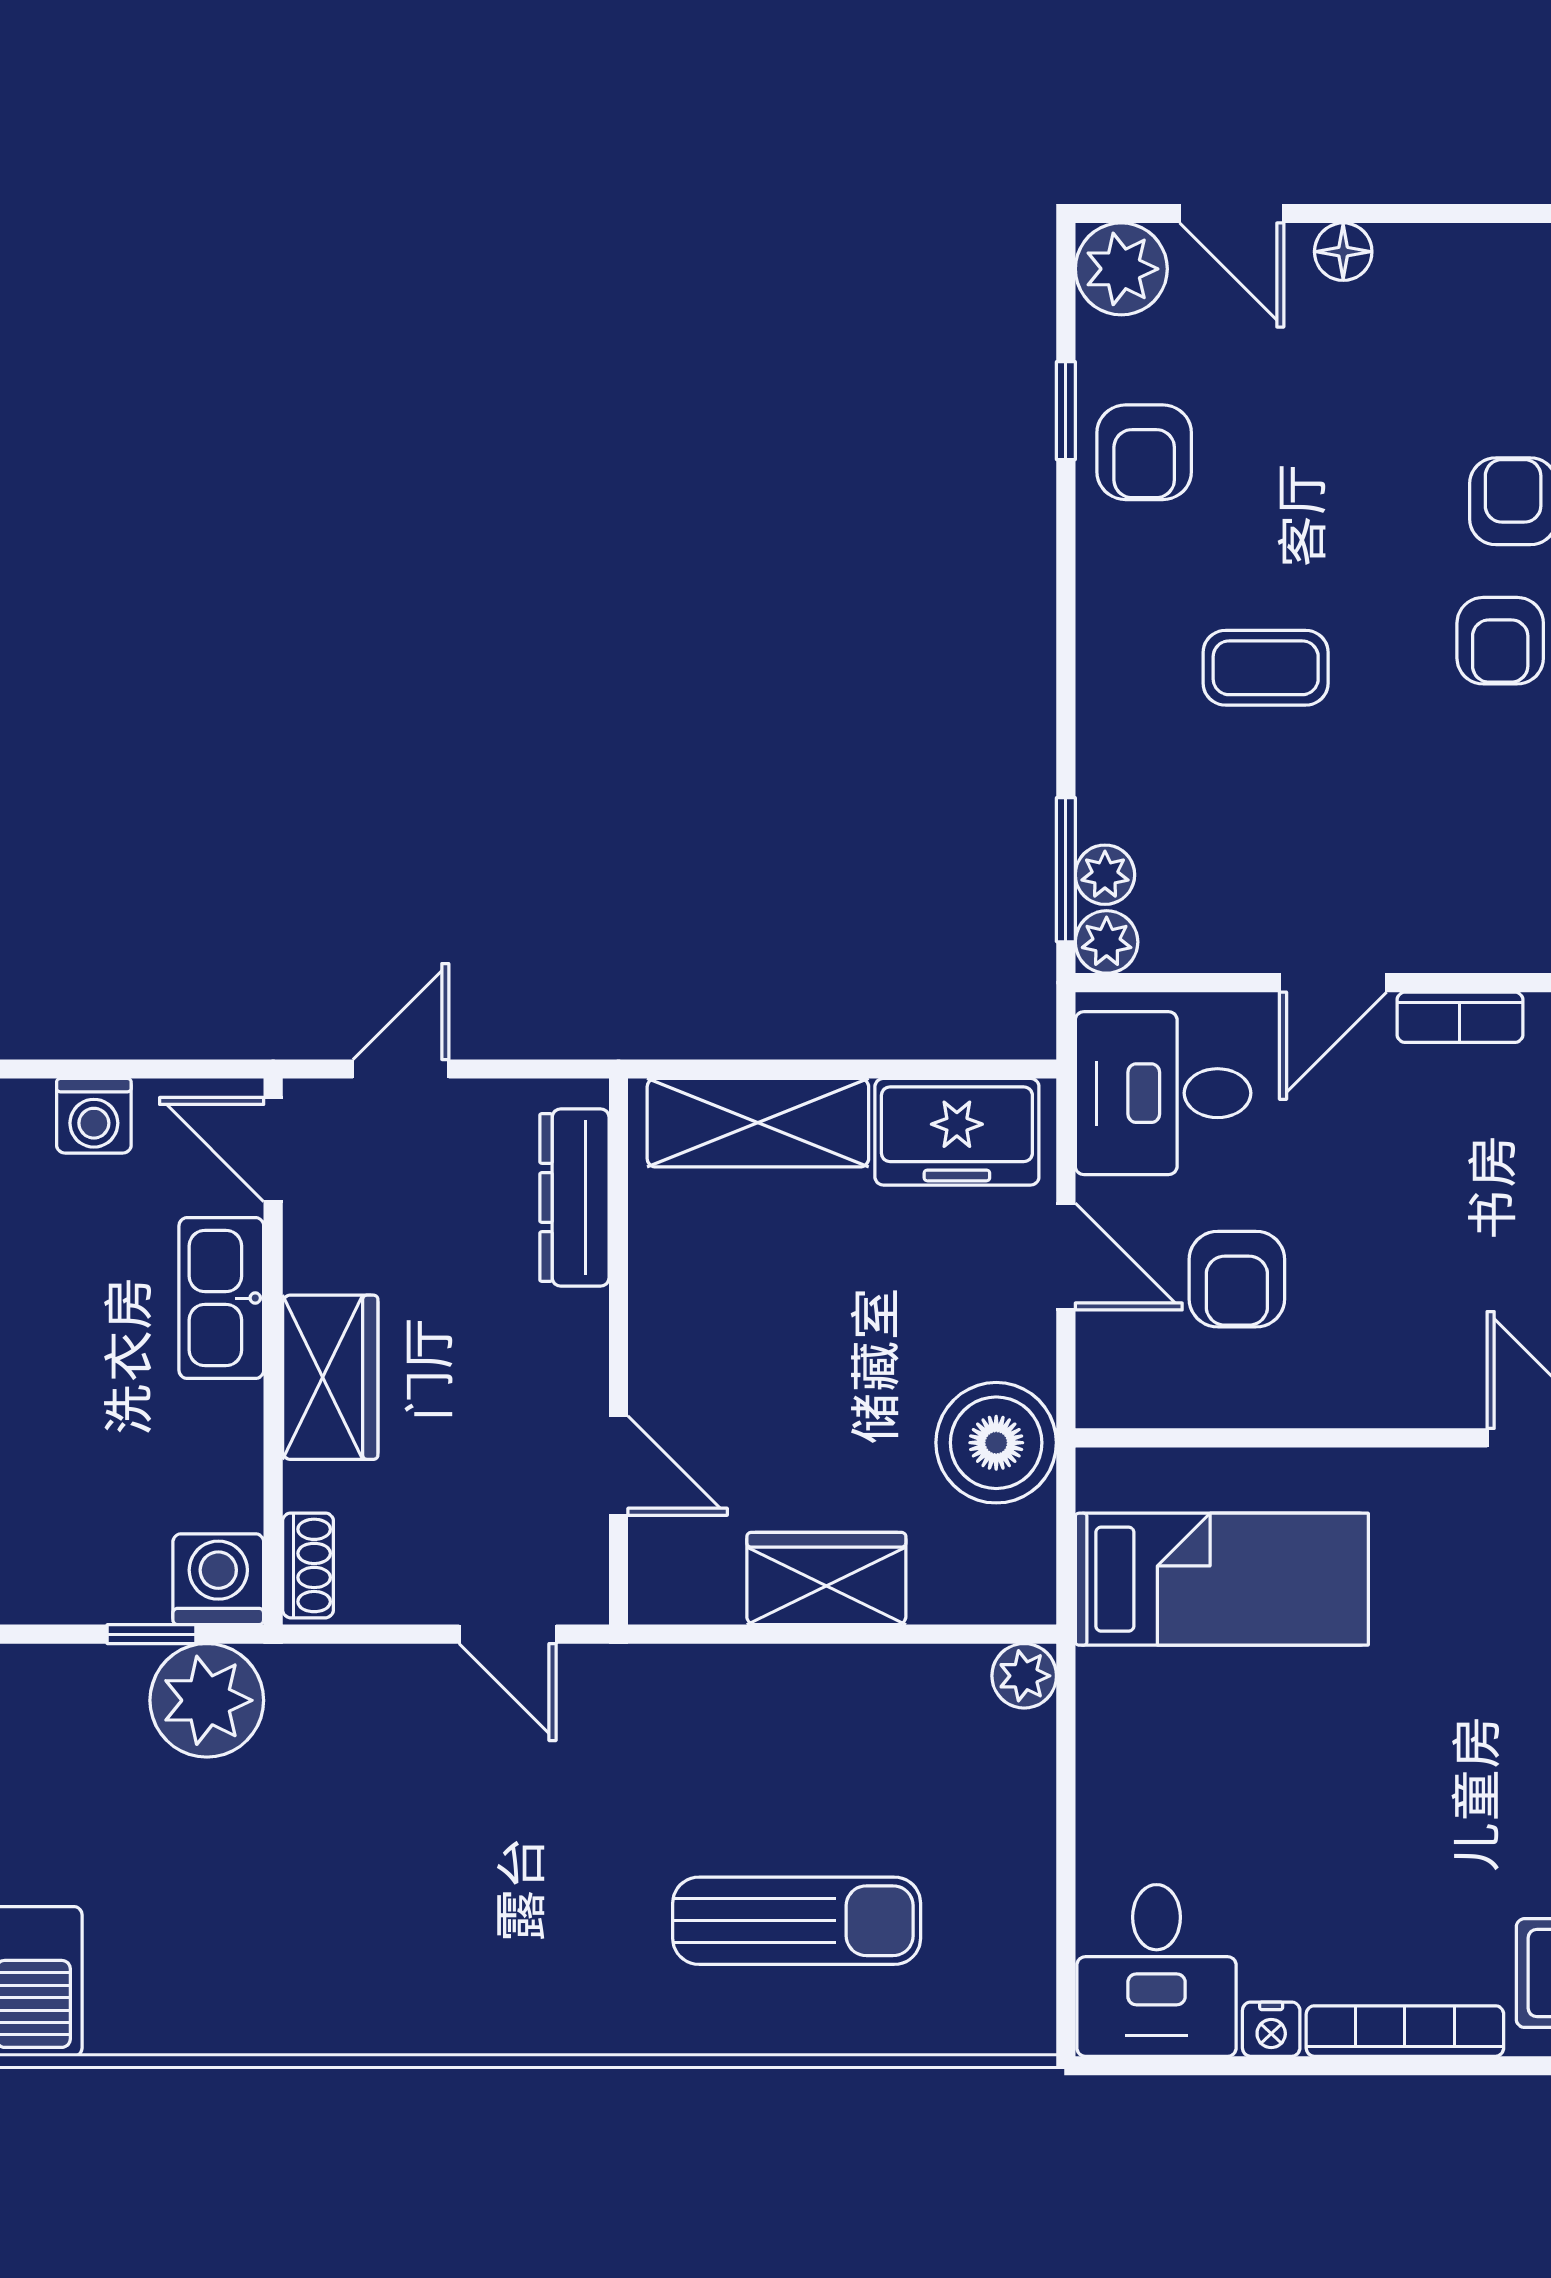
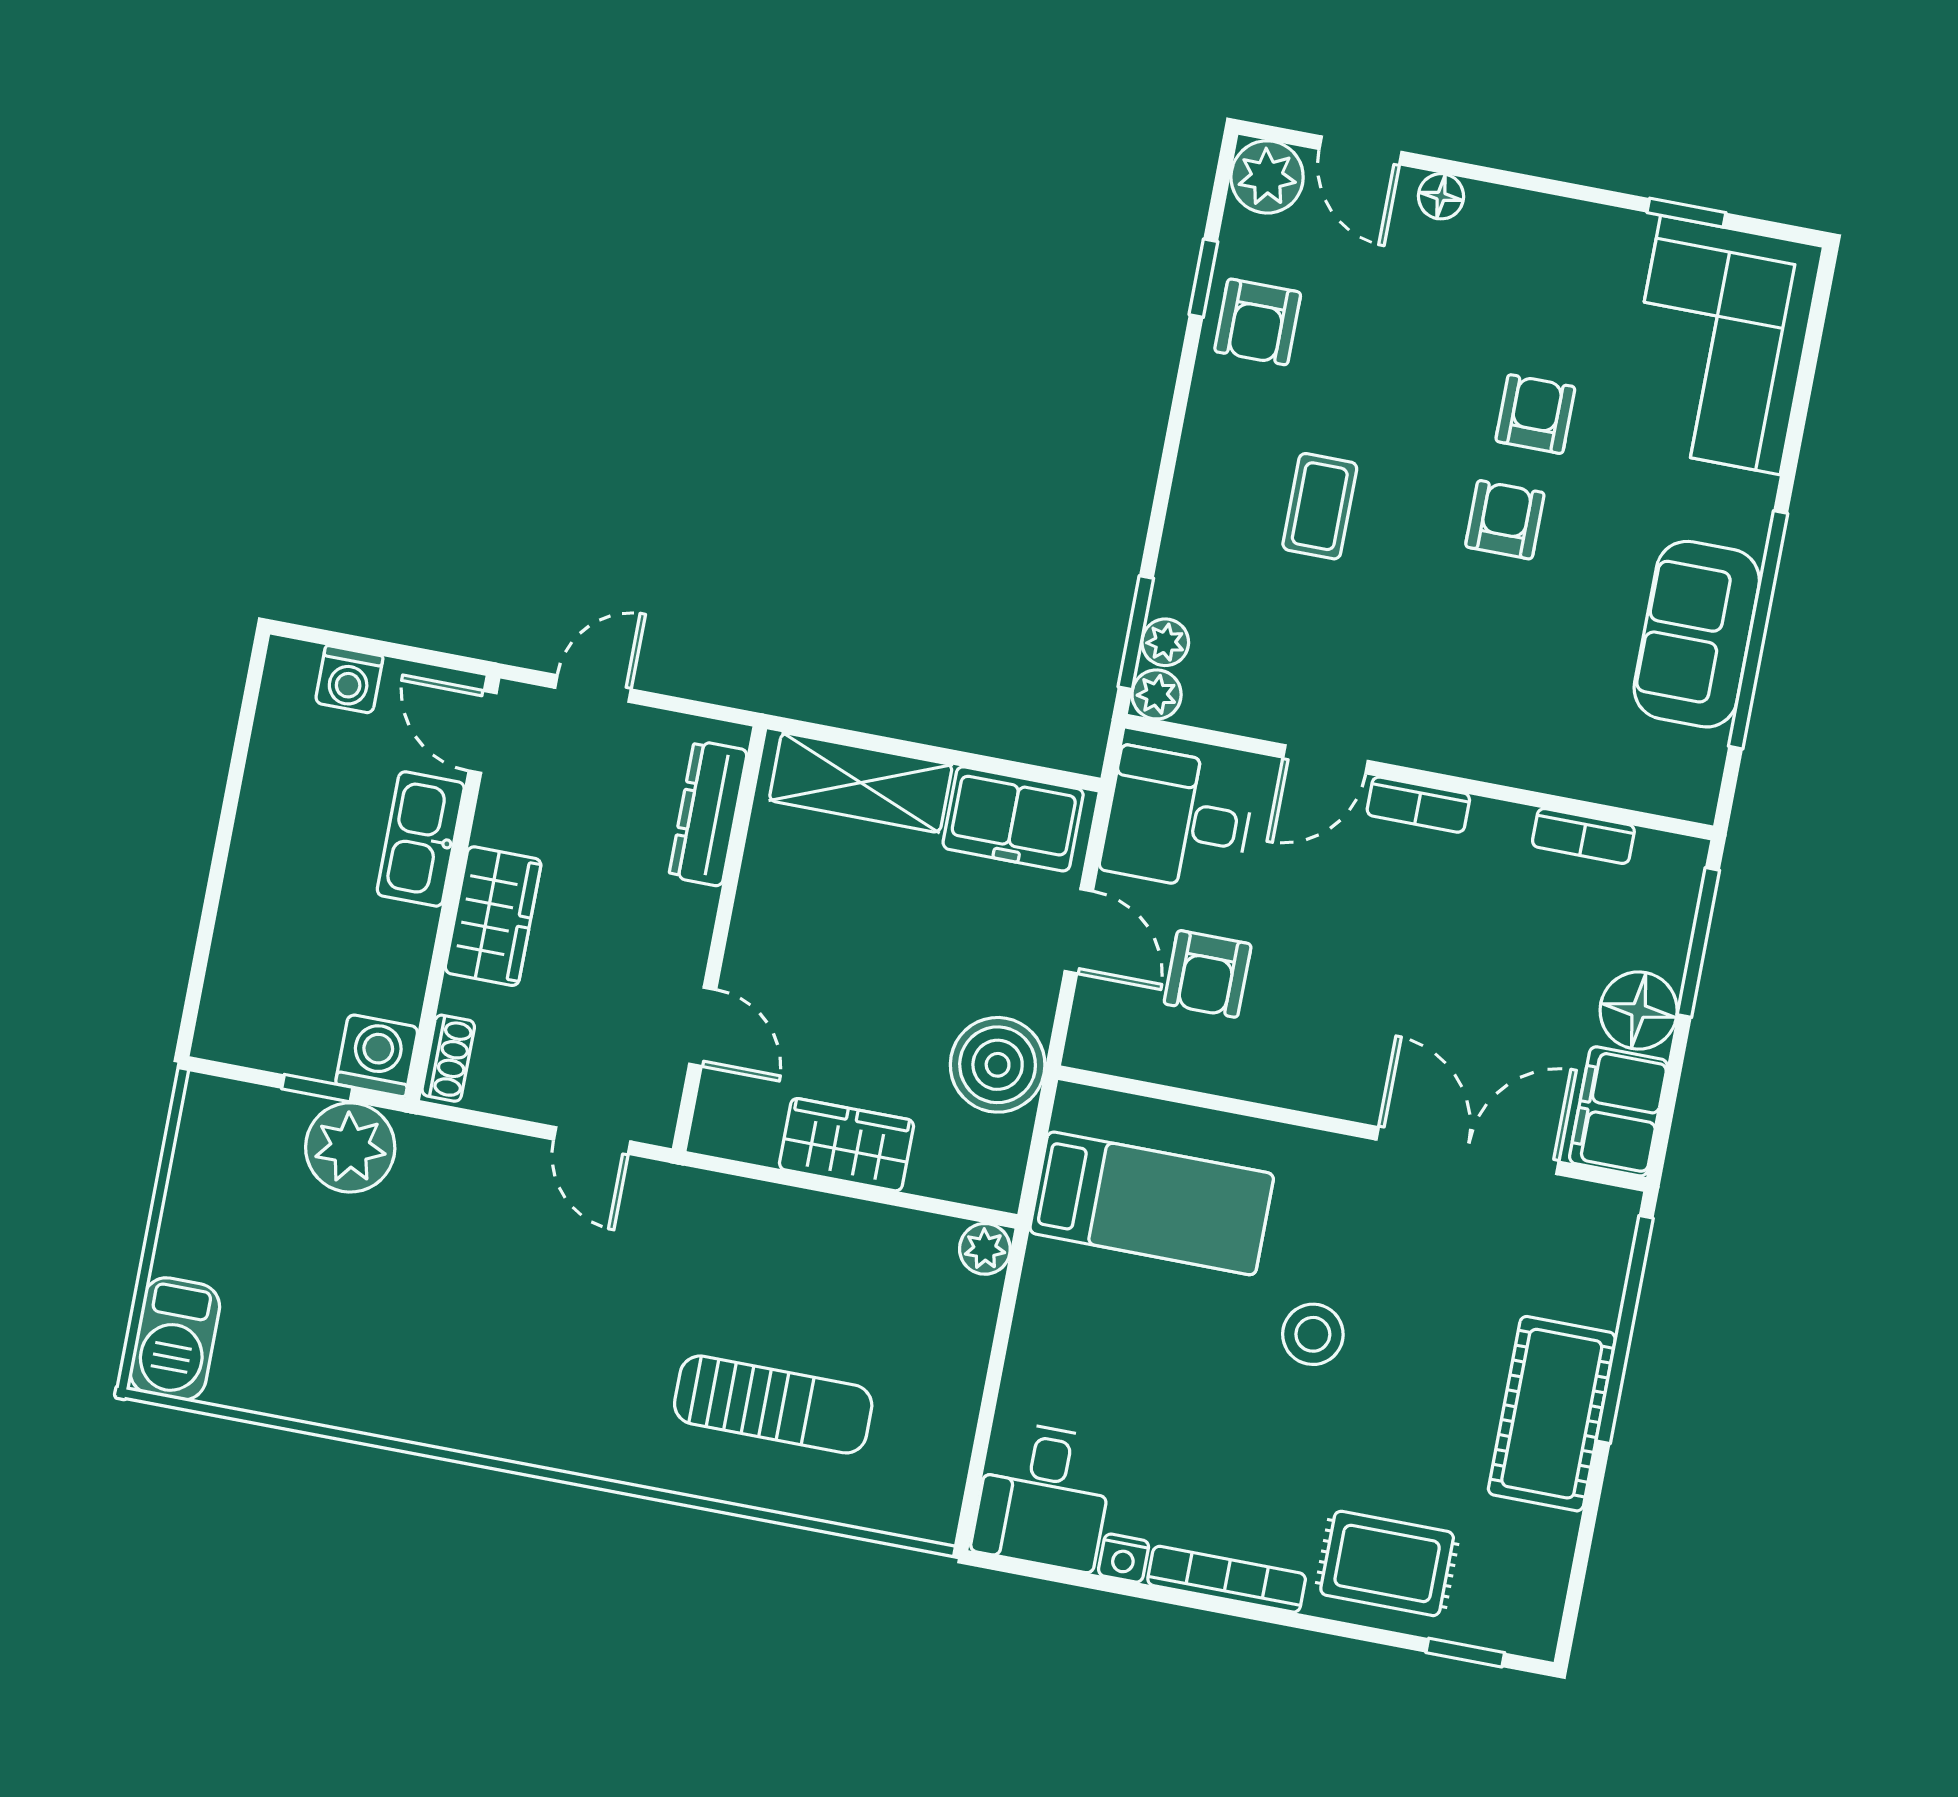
armchair: (1500, 641) -> (1505, 520), turned 180
coffee table: (1266, 668) -> (1320, 506), turned 90
stool: (1454, 1704) -> (1313, 1334), added

